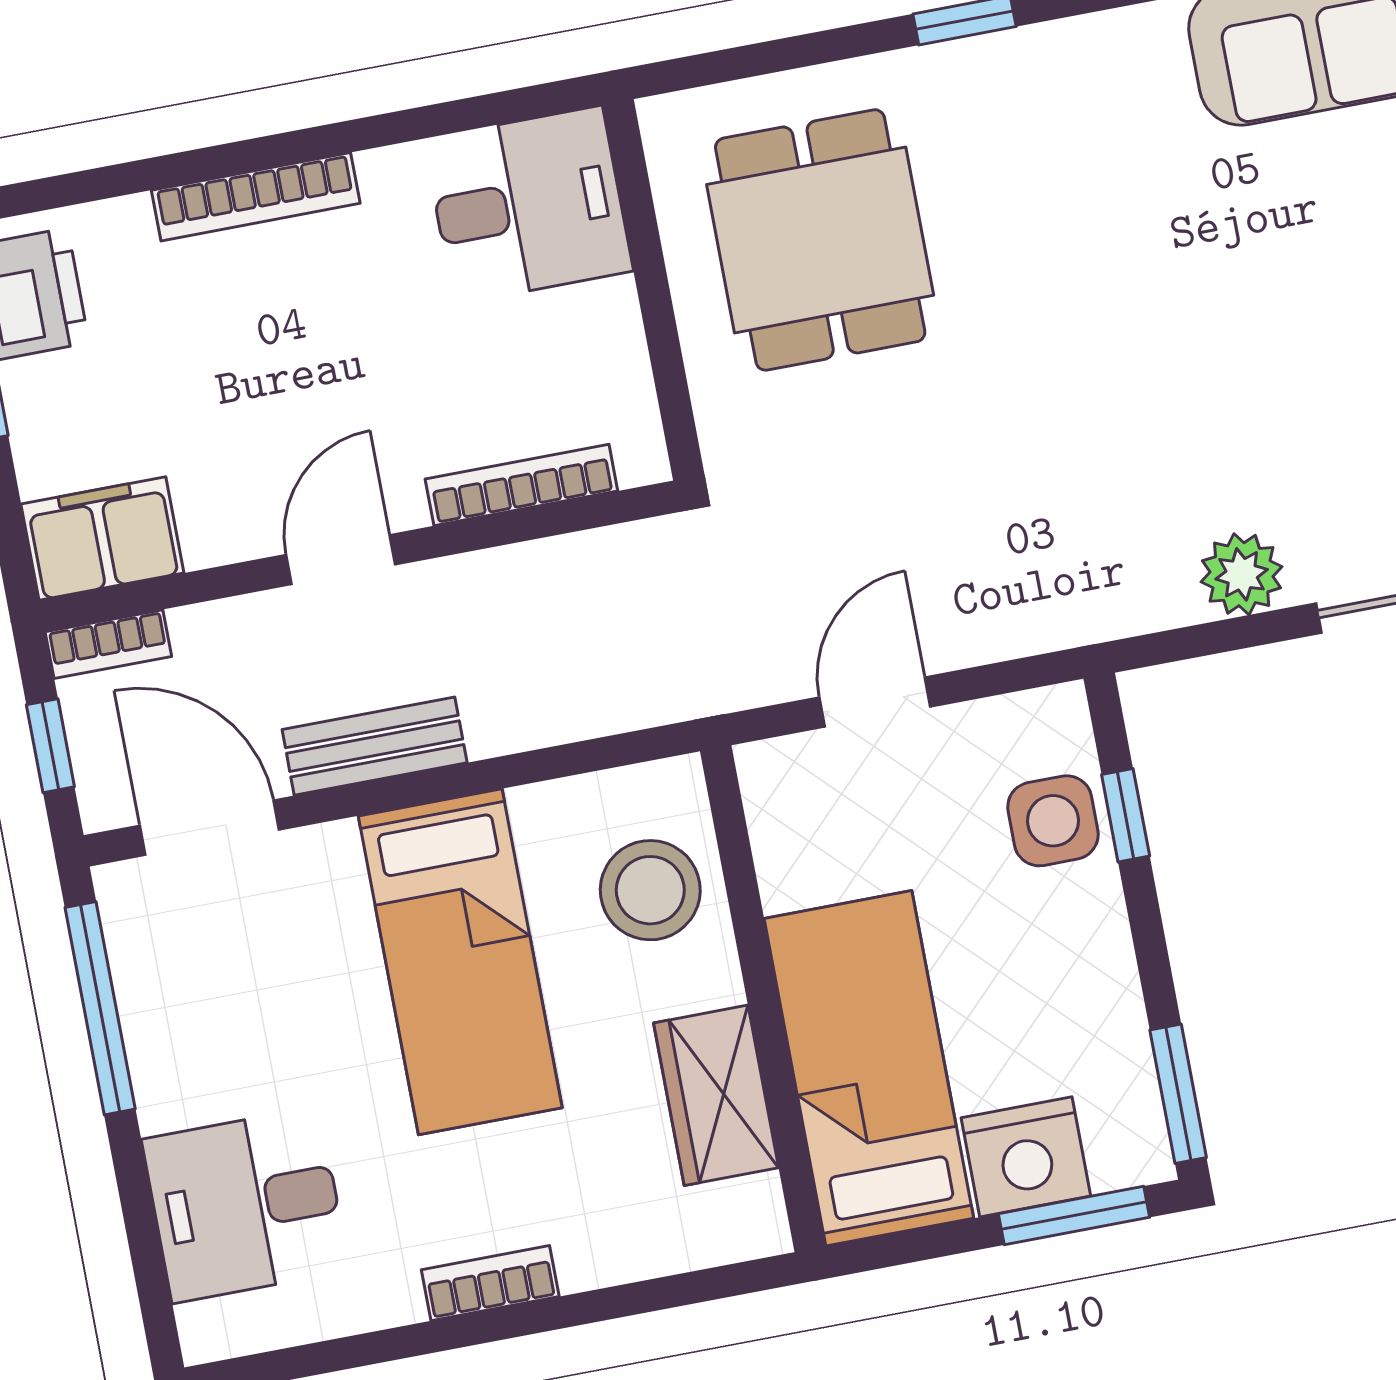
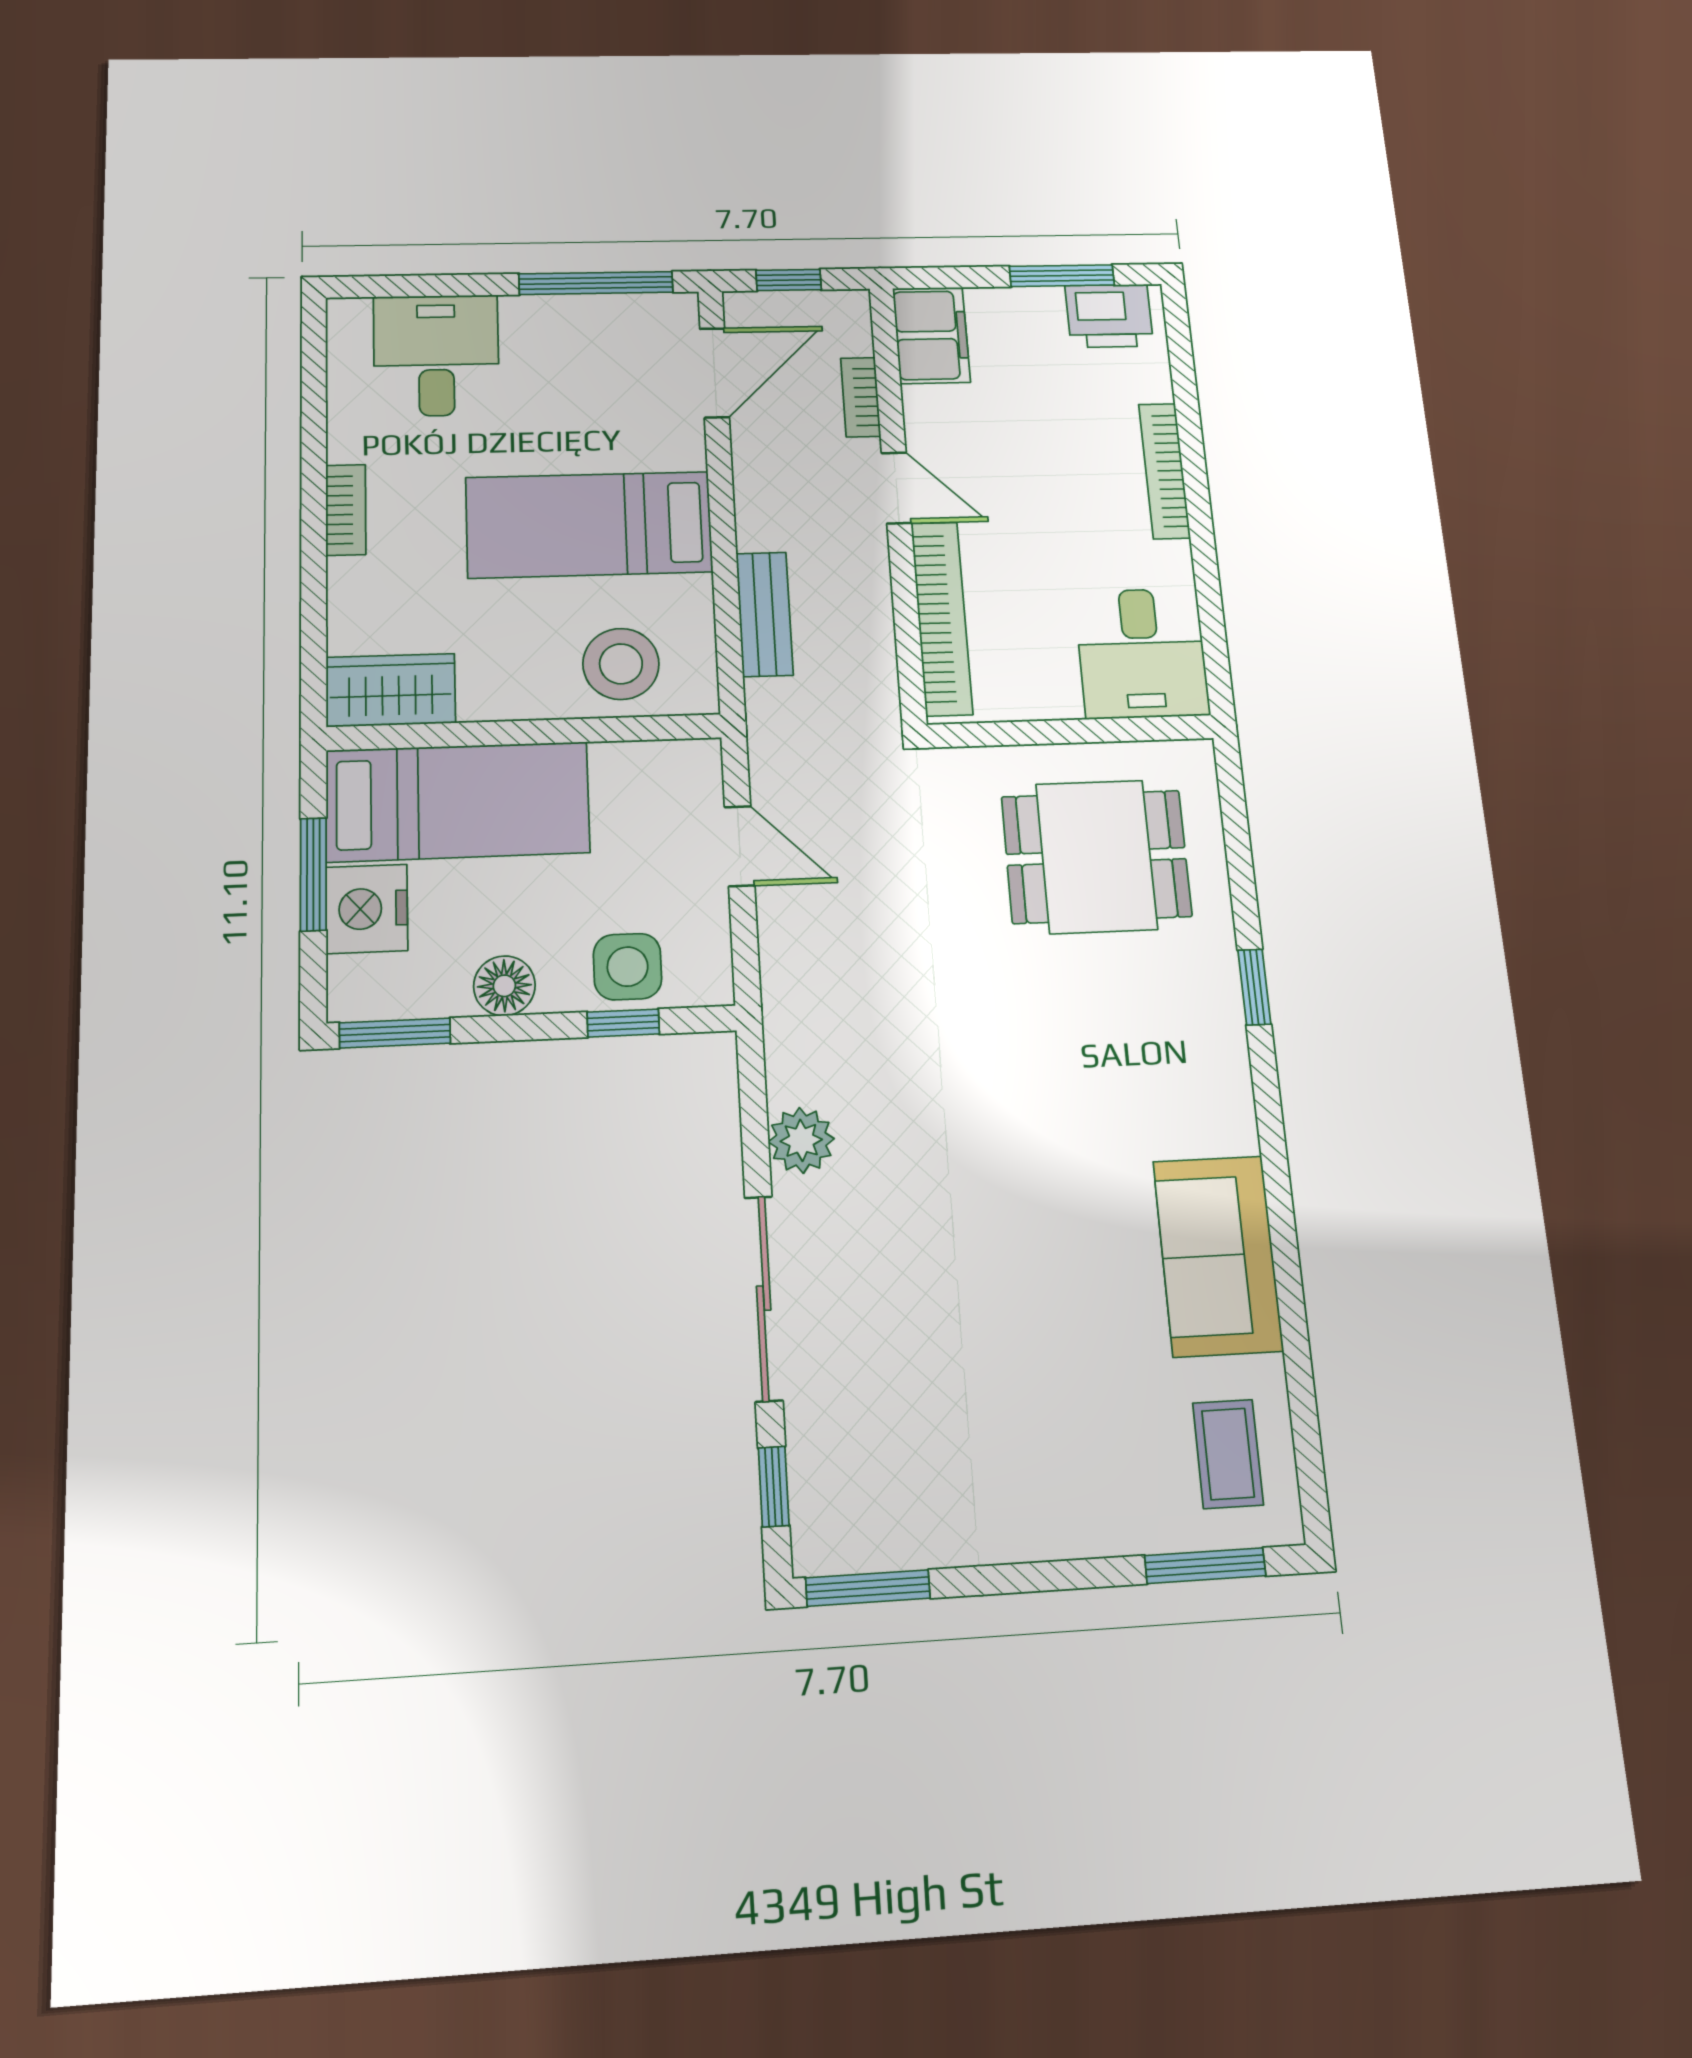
bookcase: (521, 485) -> (942, 618), width x1.48, depth x1.31
bookcase: (108, 644) -> (861, 397), moved
bench: (375, 746) -> (765, 614), moved
floor lamp: (1099, 970) -> (504, 986), added
wardrobe: (716, 1095) -> (391, 690), moved
window: (1074, 1216) -> (313, 874), moved

